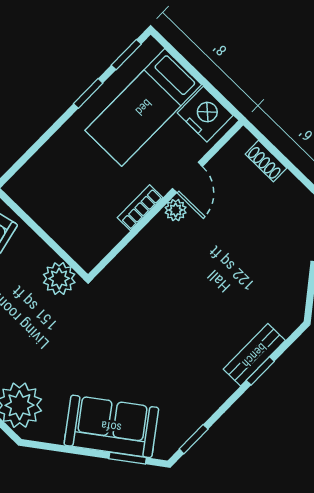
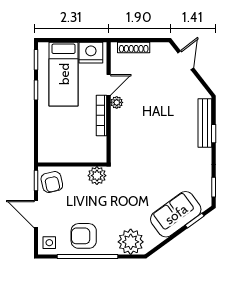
shoe rack: (266, 161) -> (134, 47), width x1.43
door: (187, 177) -> (109, 85), hinge flipped
bookcase: (140, 208) -> (102, 115), width x1.56
bench: (254, 355) -> (205, 123), width x1.36

